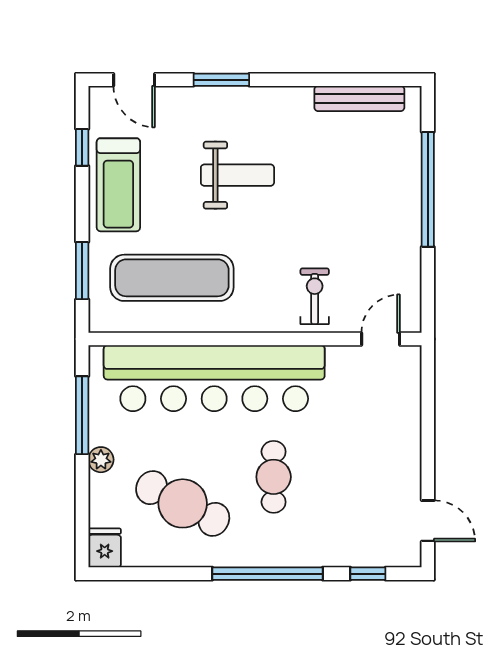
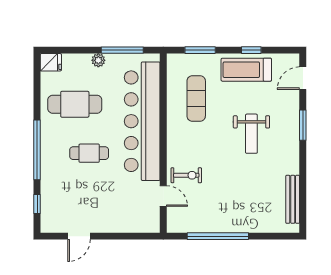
window: (82, 147) -> (251, 50), moved
window: (428, 189) -> (218, 236), moved
exercise mat: (172, 278) -> (196, 98), width x0.73, depth x0.69
door: (381, 339) -> (163, 196), moved
cafe table: (183, 503) -> (75, 104), turned 63
door: (428, 521) -> (79, 236), moved

